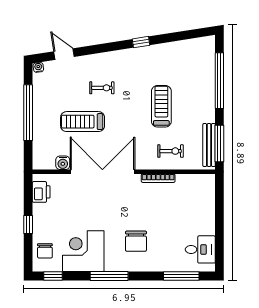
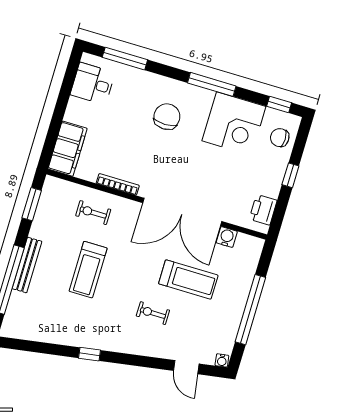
window: (219, 143) -> (32, 204), width x0.69
bench: (209, 145) -> (27, 265), moved
filing cabinet: (205, 194) -> (68, 149), added
chair: (45, 251) -> (280, 138), turned -90

